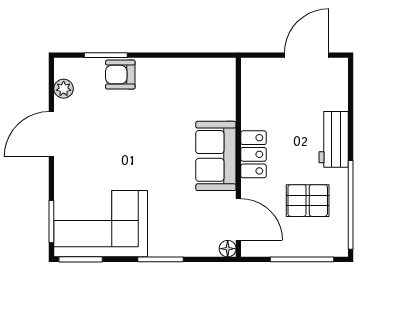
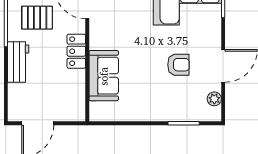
armchair: (120, 75) -> (178, 65), moved
sofa: (216, 156) -> (104, 76), moved

